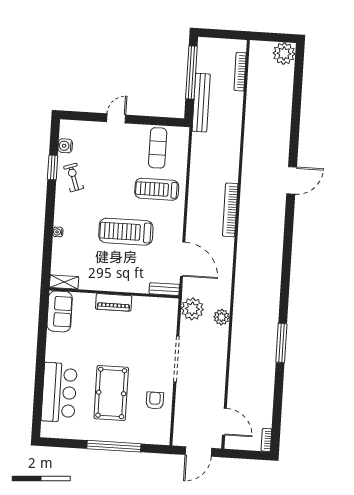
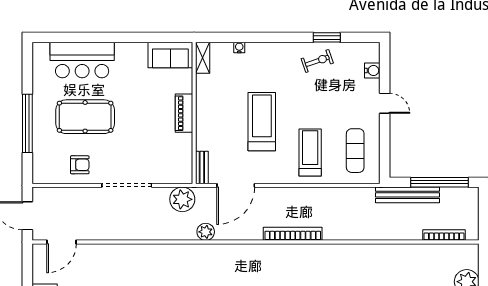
water cooler: (65, 146) -> (372, 71), moved, turned 90
exercise mat: (158, 148) -> (355, 151), turned 90
water cooler: (58, 232) -> (239, 48), moved
plant: (222, 317) -> (206, 232), moved

